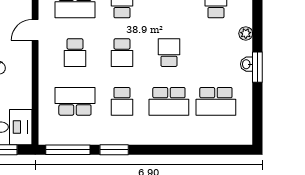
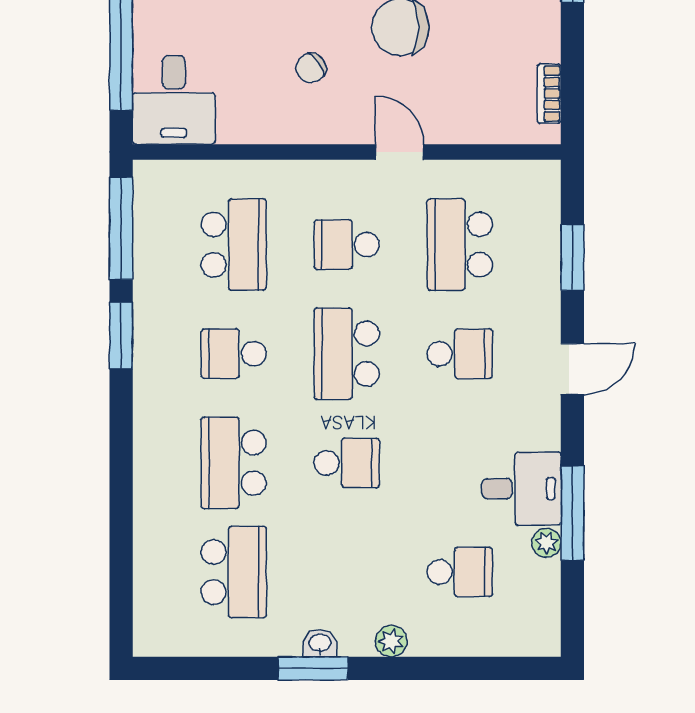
school desk: (122, 53) -> (347, 354), width x1.85
school desk: (216, 101) -> (234, 572), turned 180

